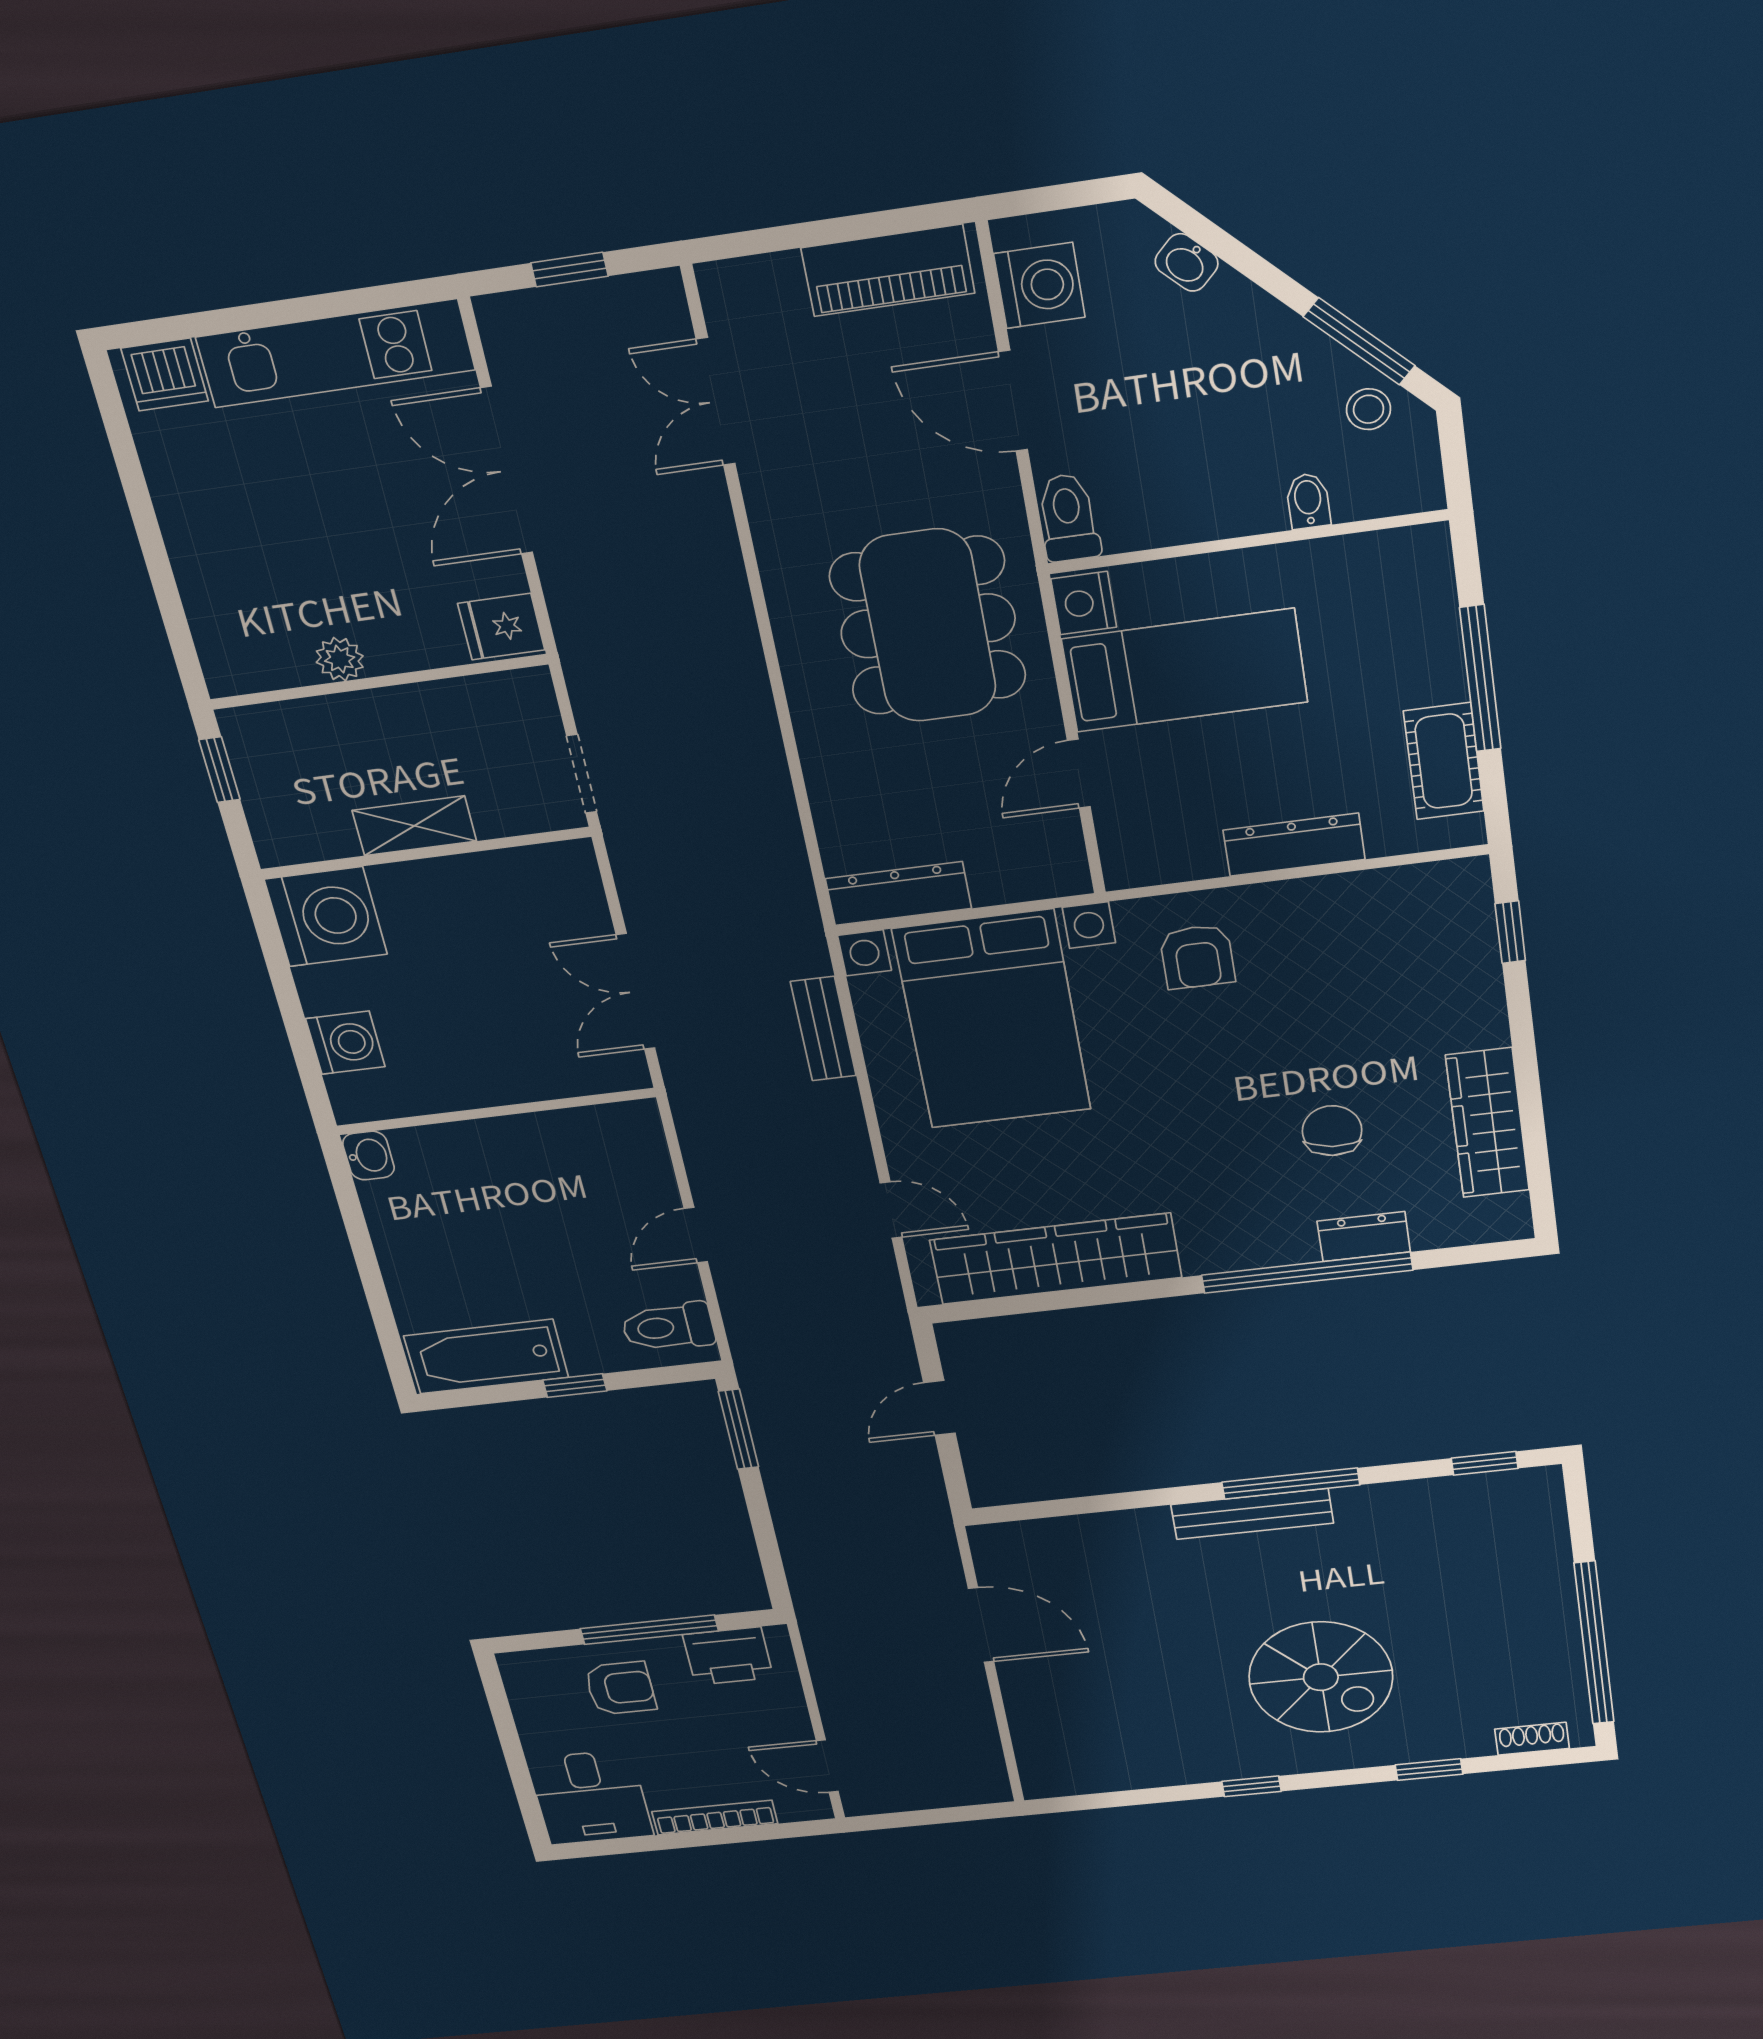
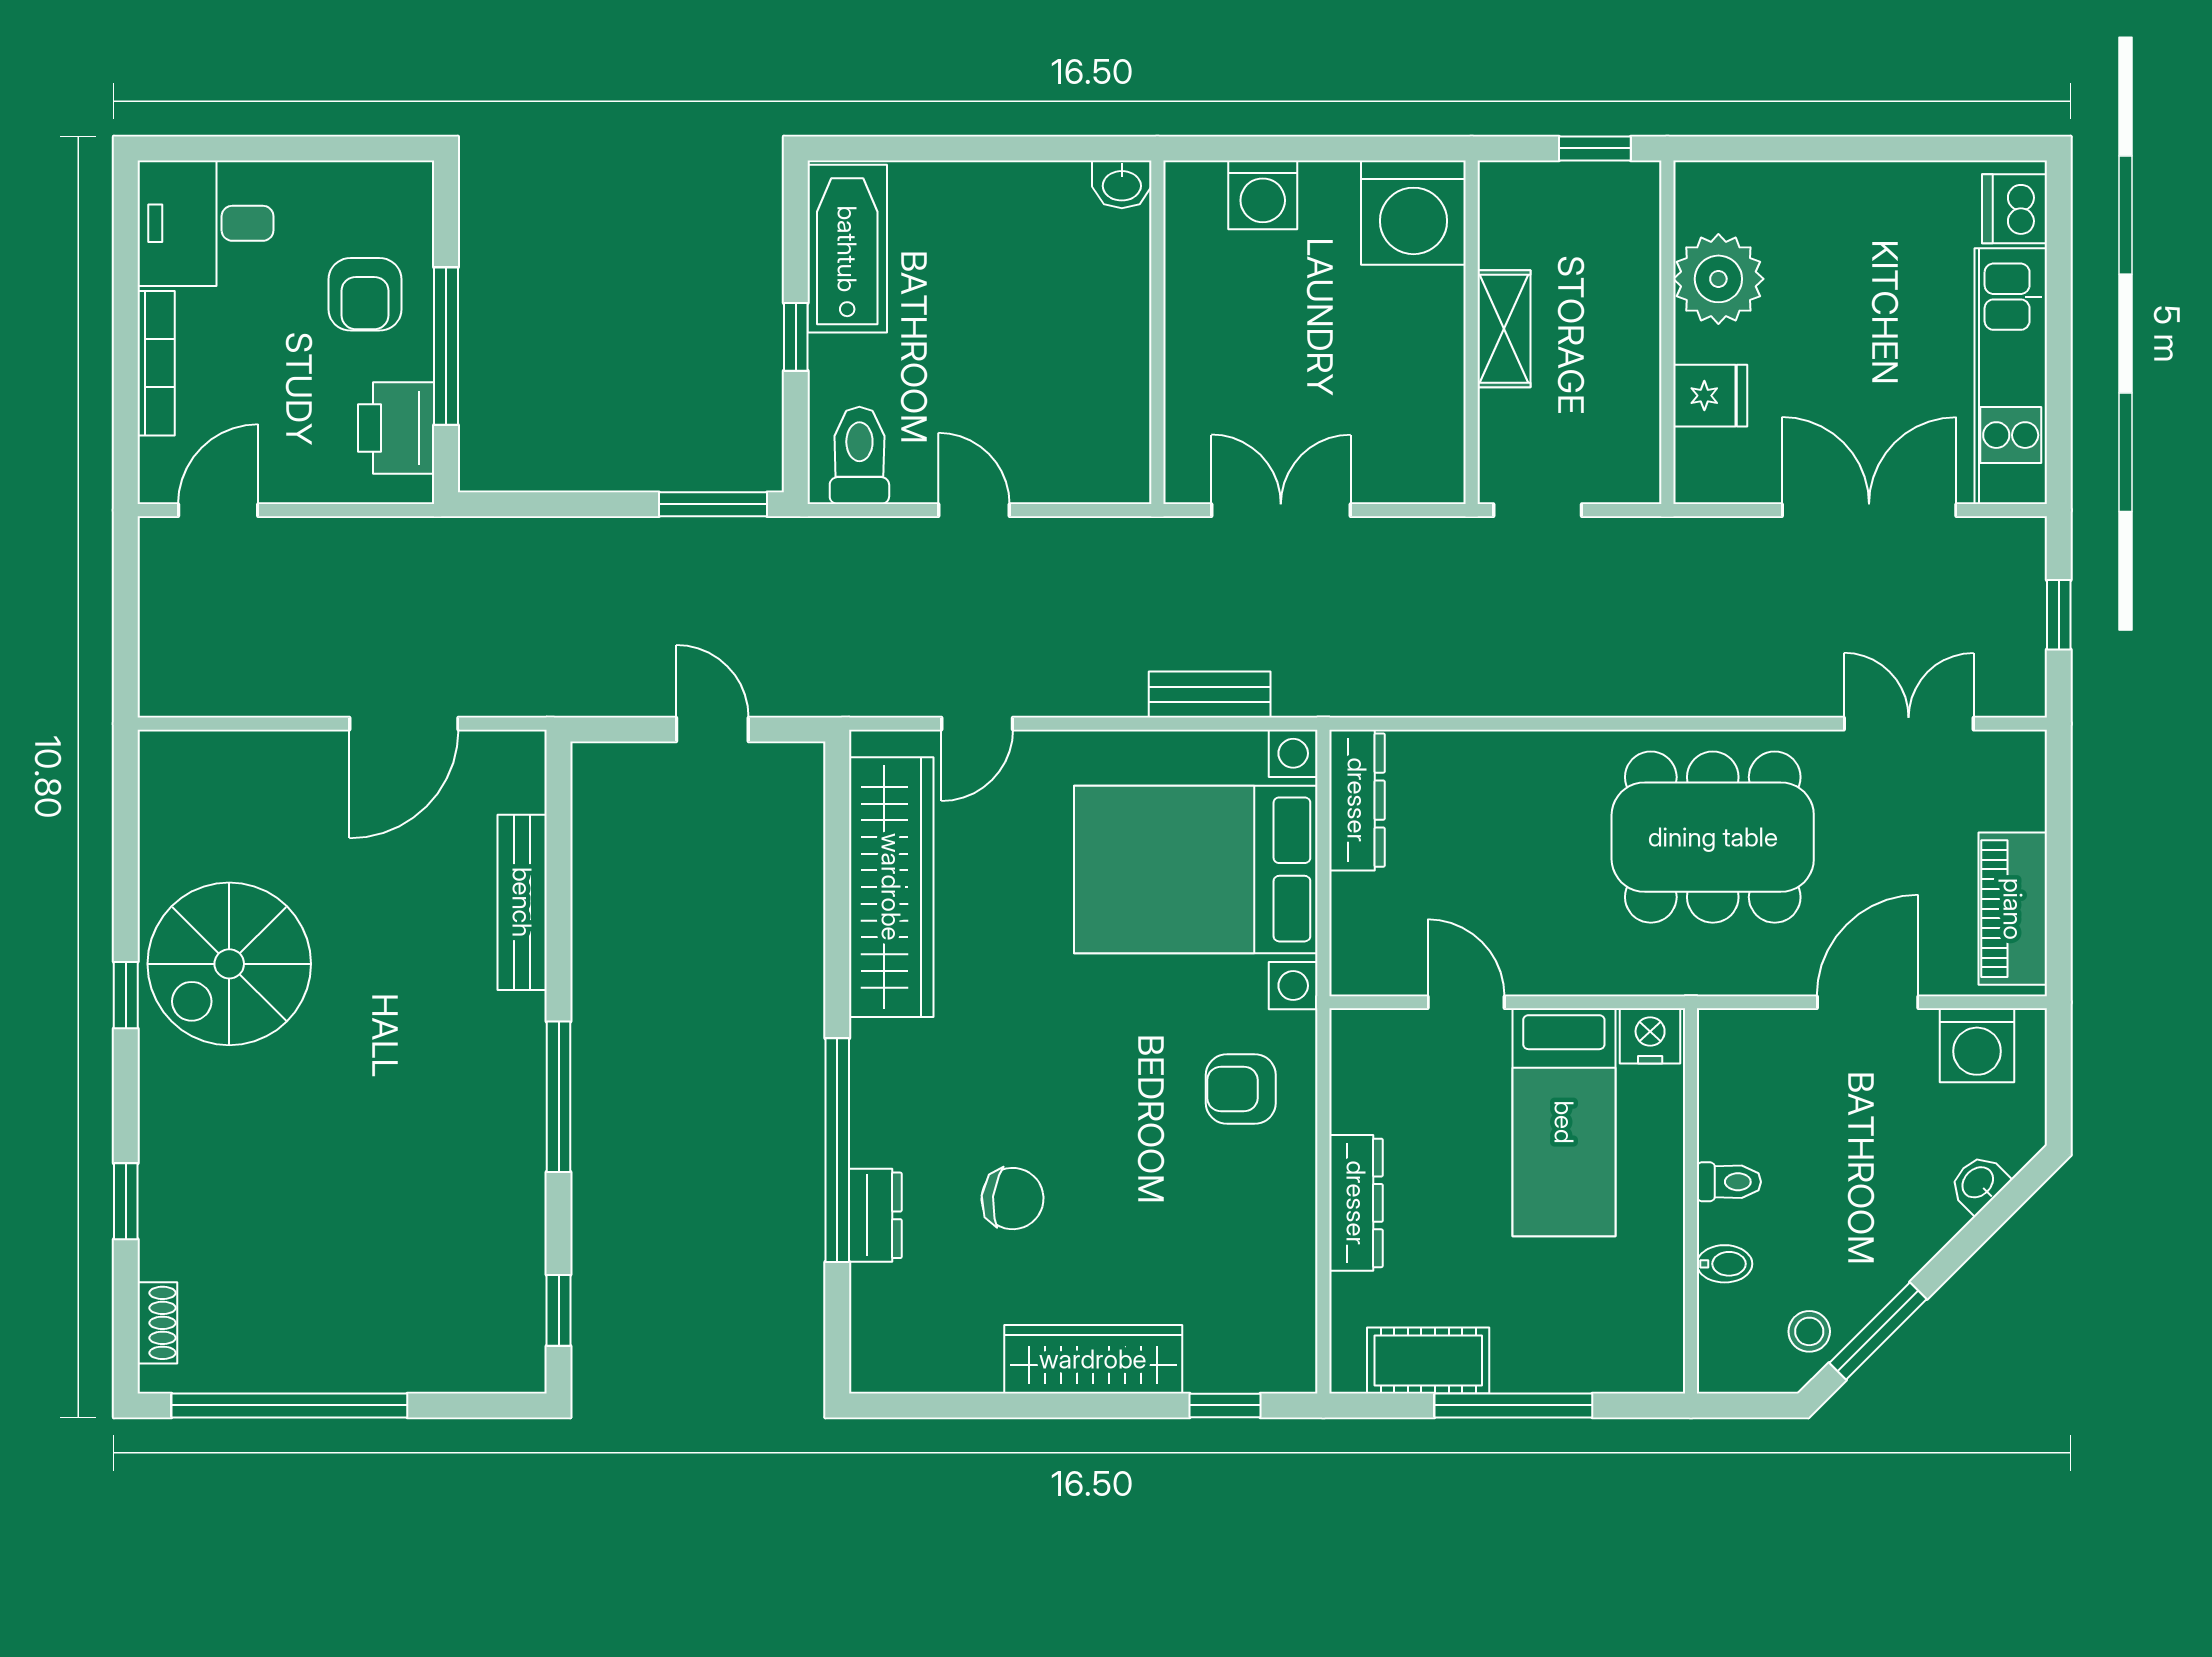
toilet: (1068, 518) -> (1729, 1182), moved, width x0.73, depth x0.72
dining table: (928, 626) -> (1713, 837), moved
fridge: (501, 627) -> (1710, 396), moved, turned 90
plant: (340, 659) -> (1718, 279), width x1.88, depth x1.88
wardrobe: (1488, 1123) -> (1093, 1359), moved
bench: (1252, 1514) -> (522, 902), moved
spiral stairs: (1321, 1677) -> (229, 964), moved

